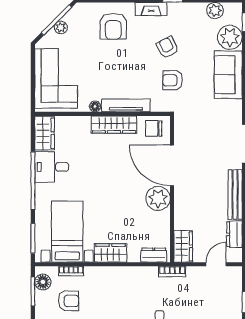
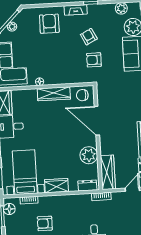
armchair: (113, 26) -> (49, 24), turned 180
tv unit: (126, 105) -> (62, 80), removed
plant: (158, 198) -> (89, 155), moved
wardrobe: (183, 246) -> (108, 172), width x1.50
armchair: (69, 301) -> (45, 223), moved, turned 180

